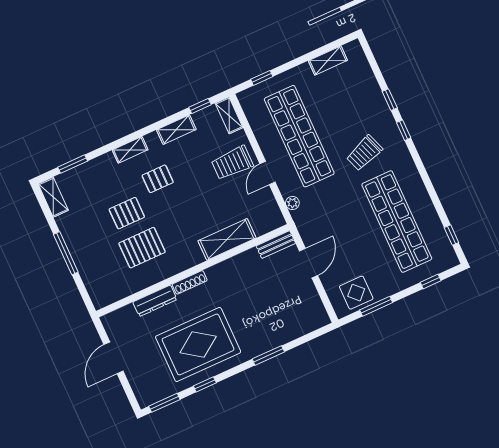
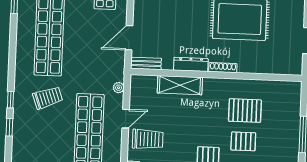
dresser: (155, 301) -> (191, 64), moved

